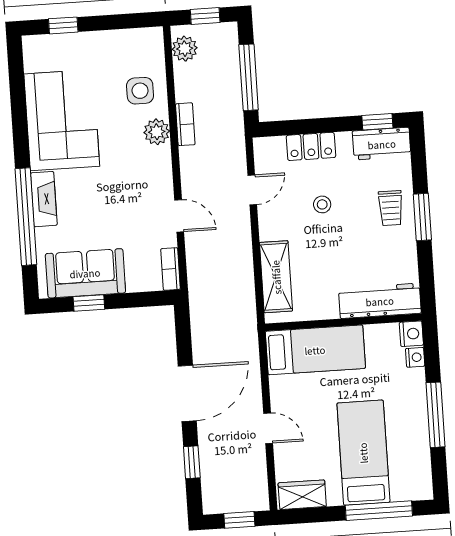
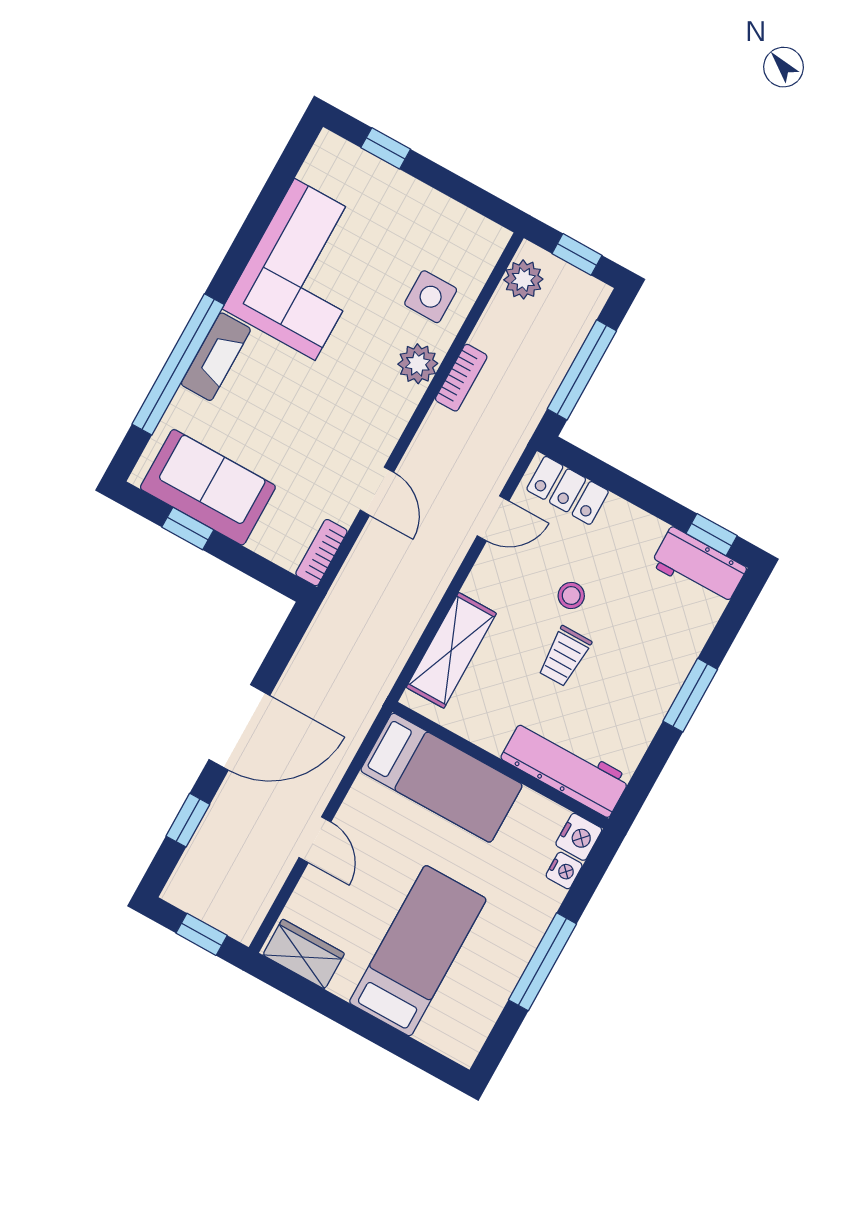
locker: (311, 146) -> (568, 490), moved
trolley: (391, 208) -> (564, 656), moved
window: (379, 511) -> (390, 1039), removed

